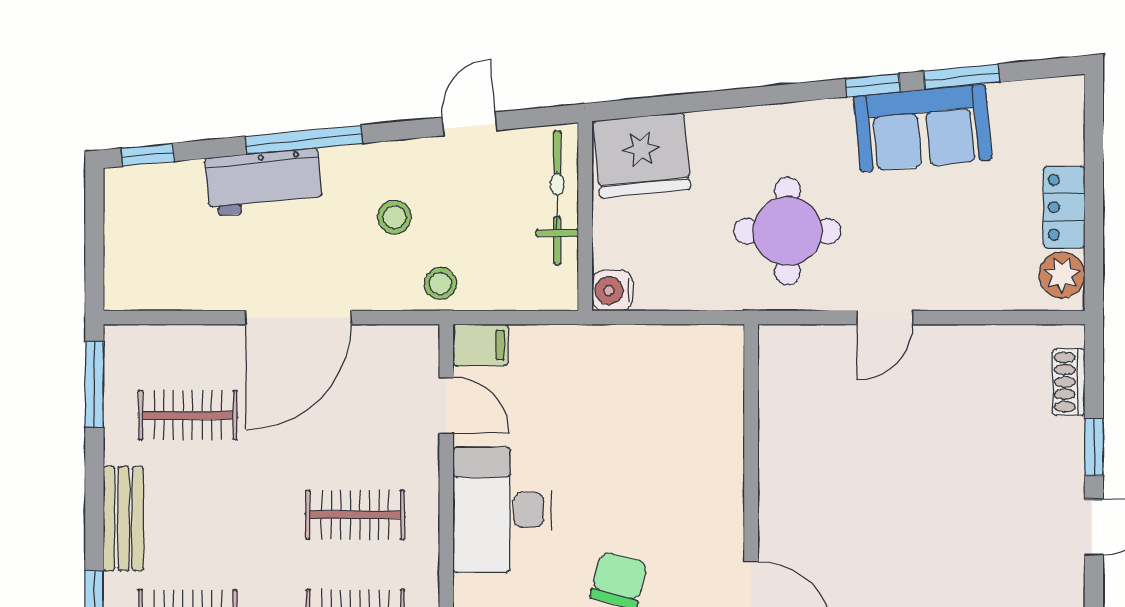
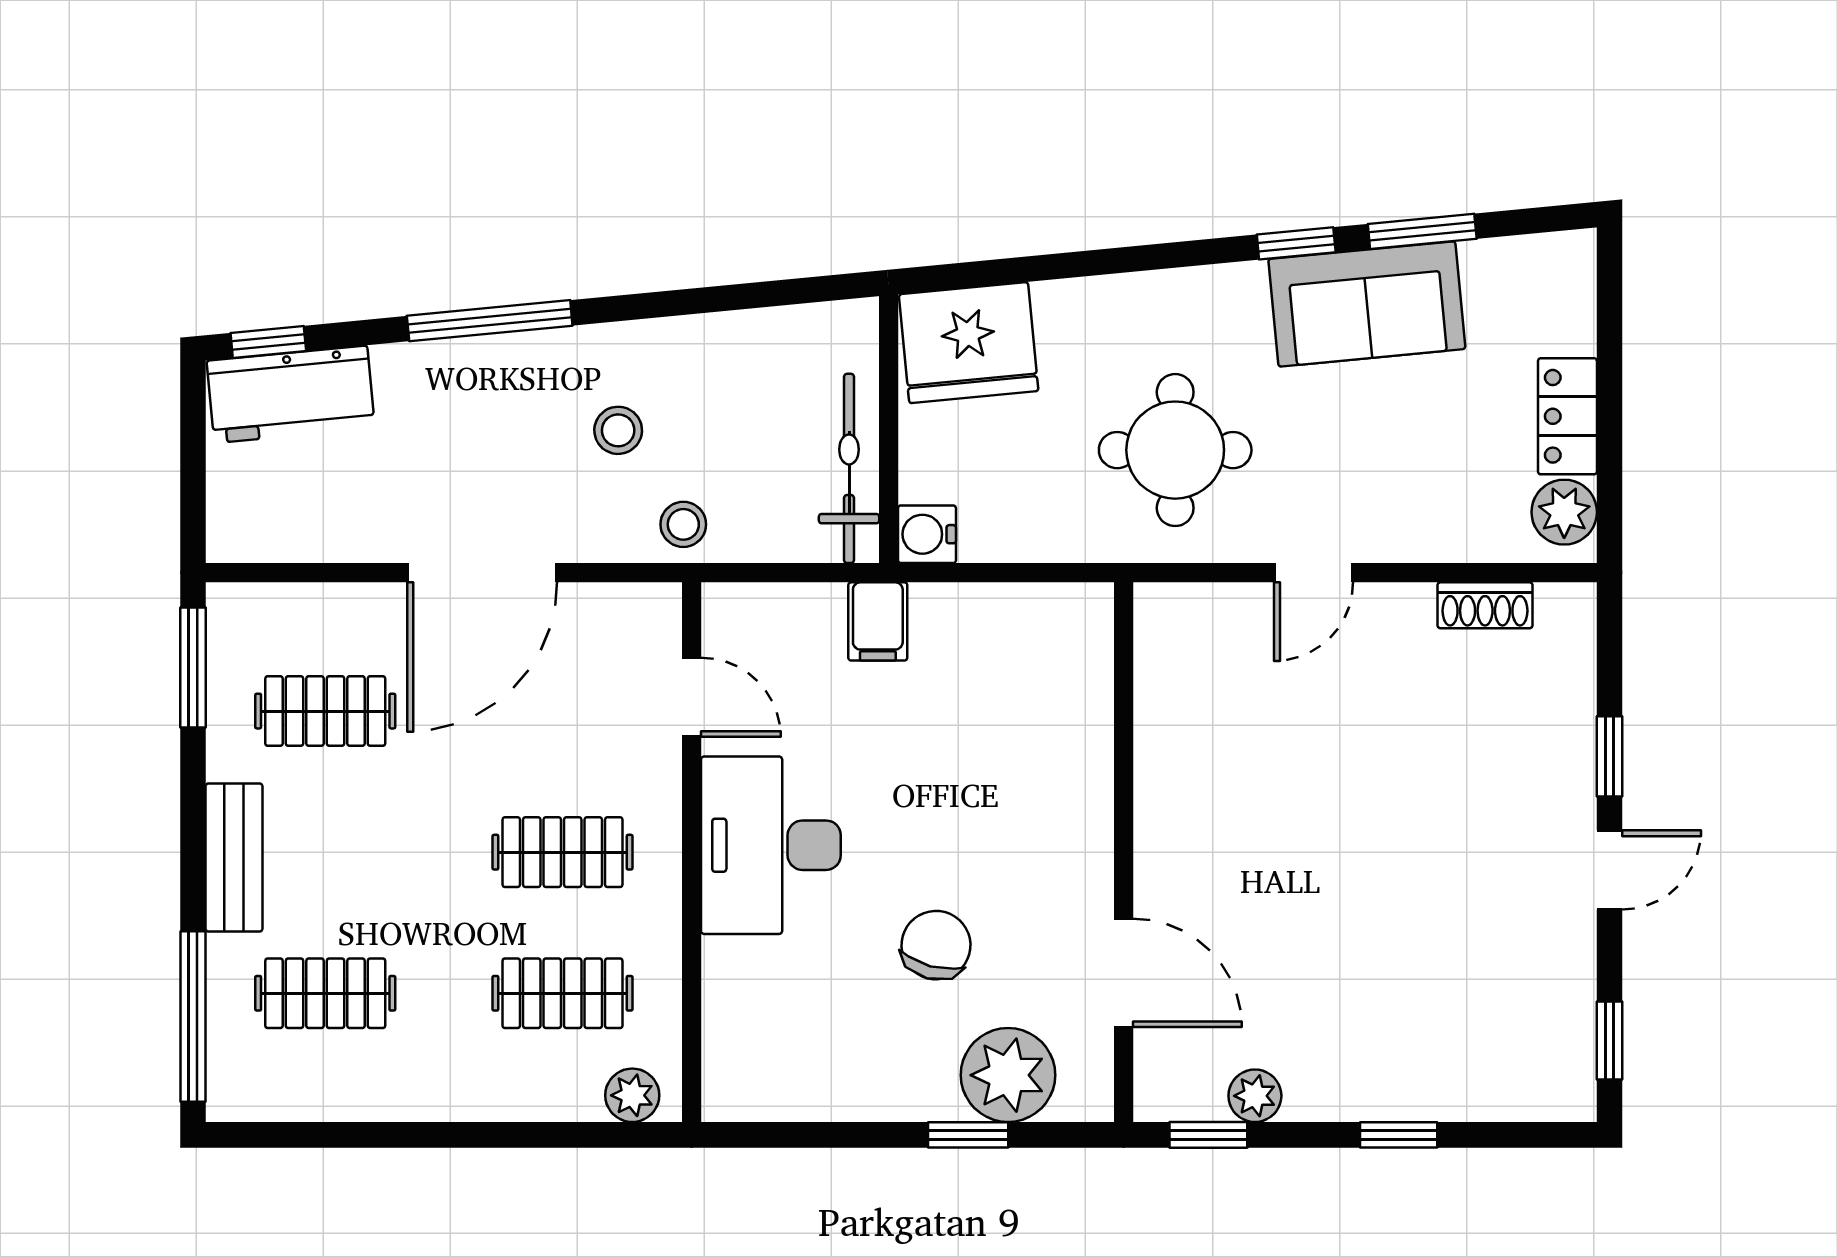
door: (469, 124) -> (724, 298), removed
workbench: (264, 182) -> (291, 394), moved
bicycle: (557, 198) -> (849, 468), moved
filing cabinet: (481, 345) -> (878, 621), moved, turned 90
shoe rack: (1069, 382) -> (1485, 605), moved, turned -90

